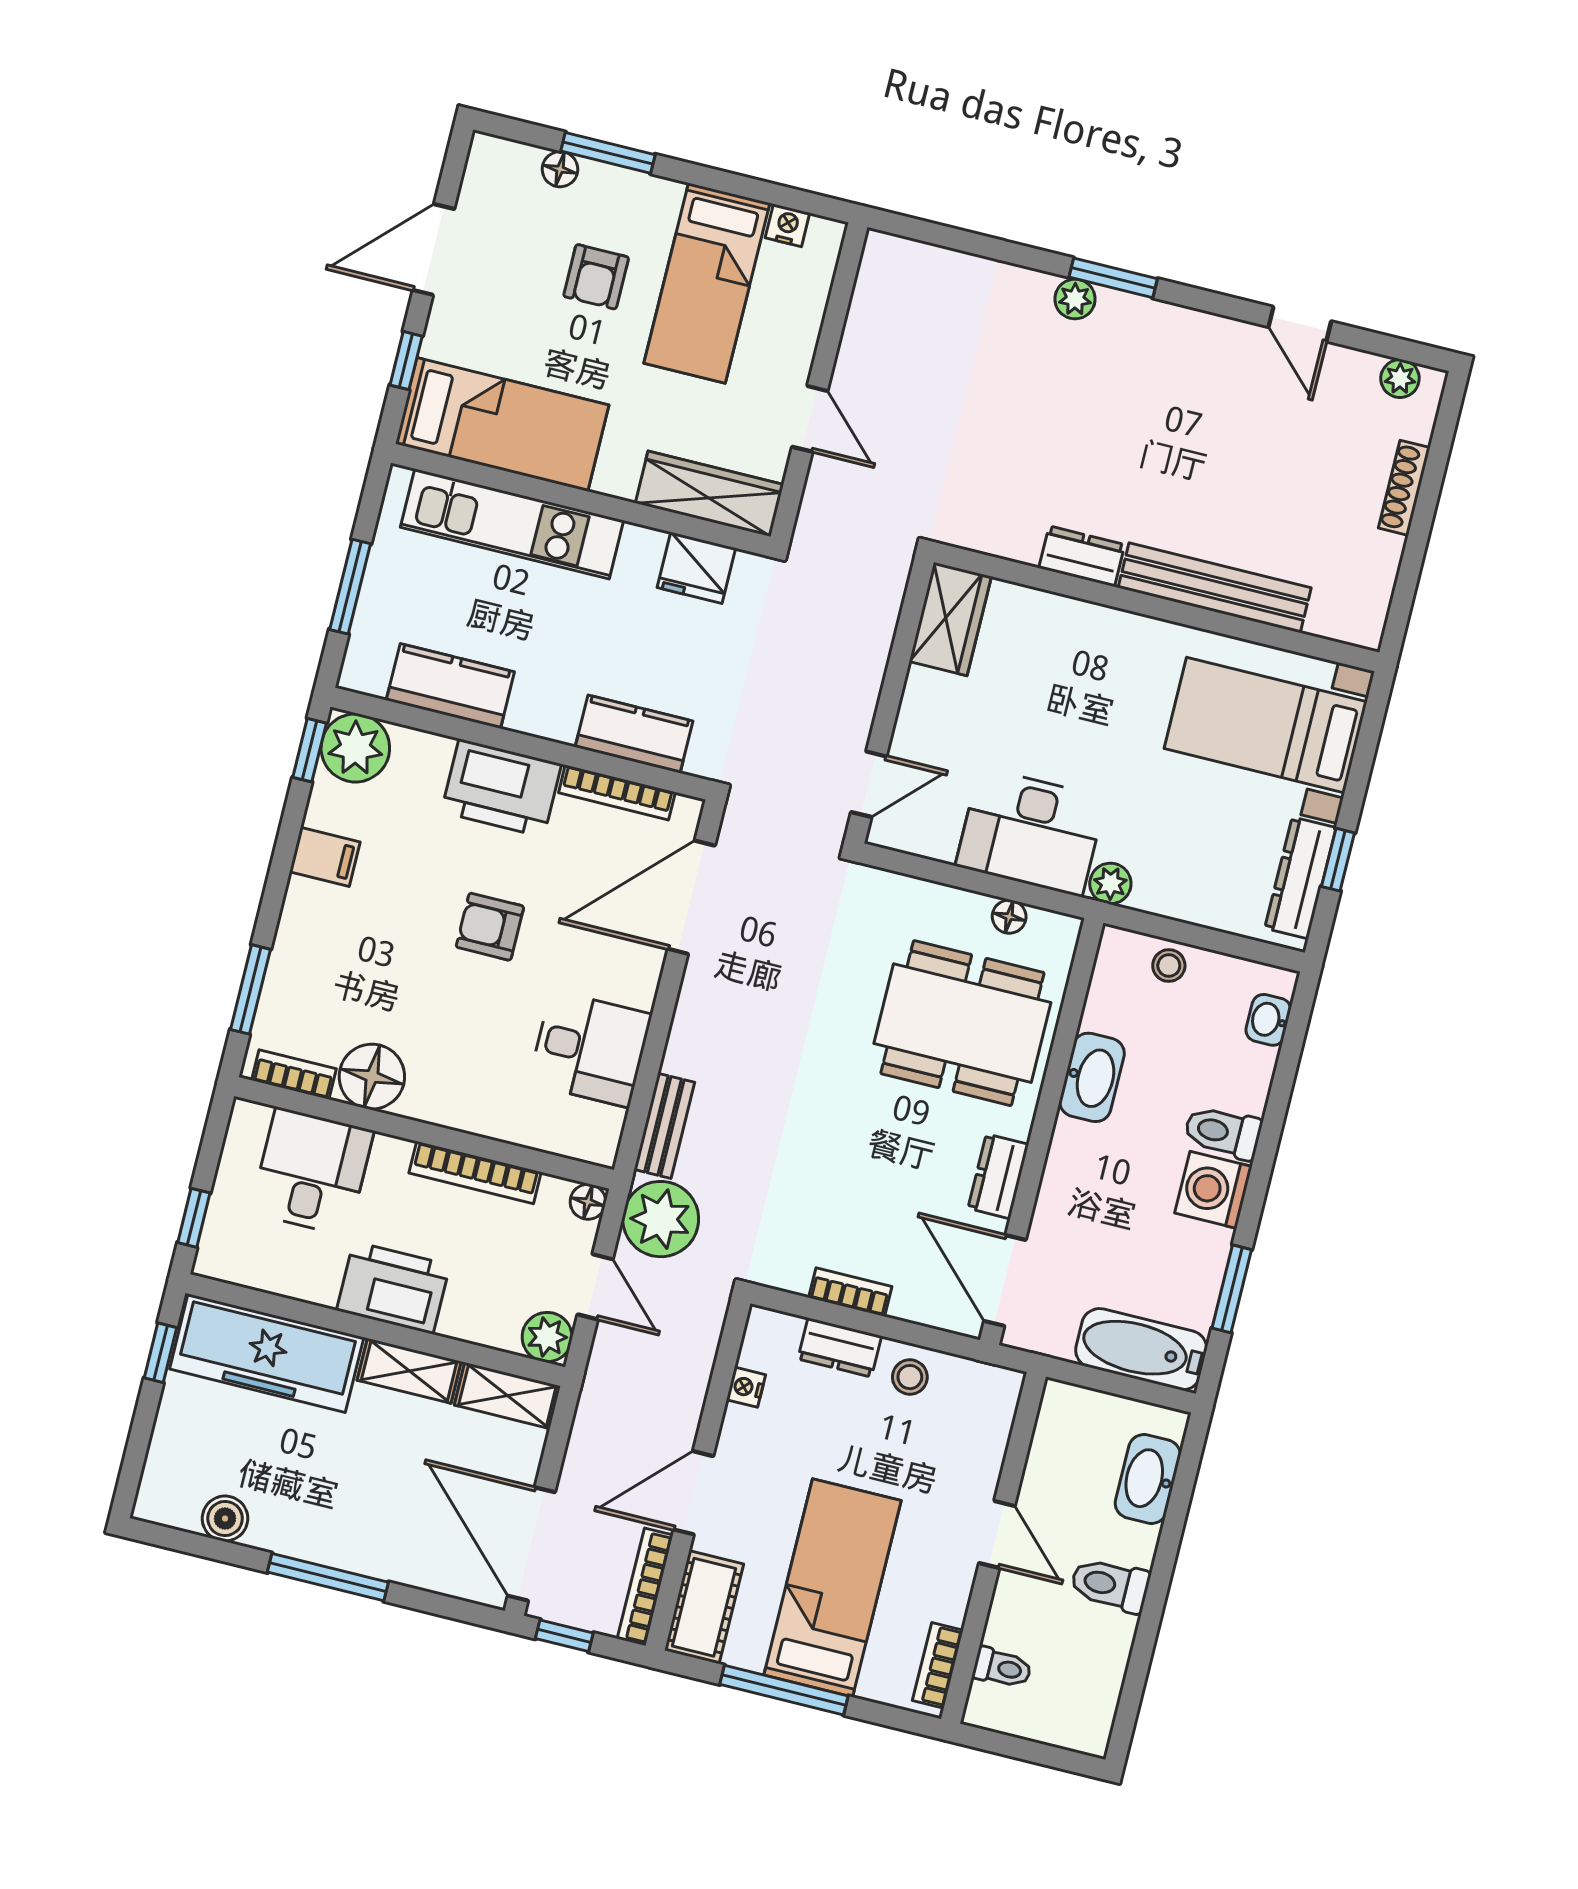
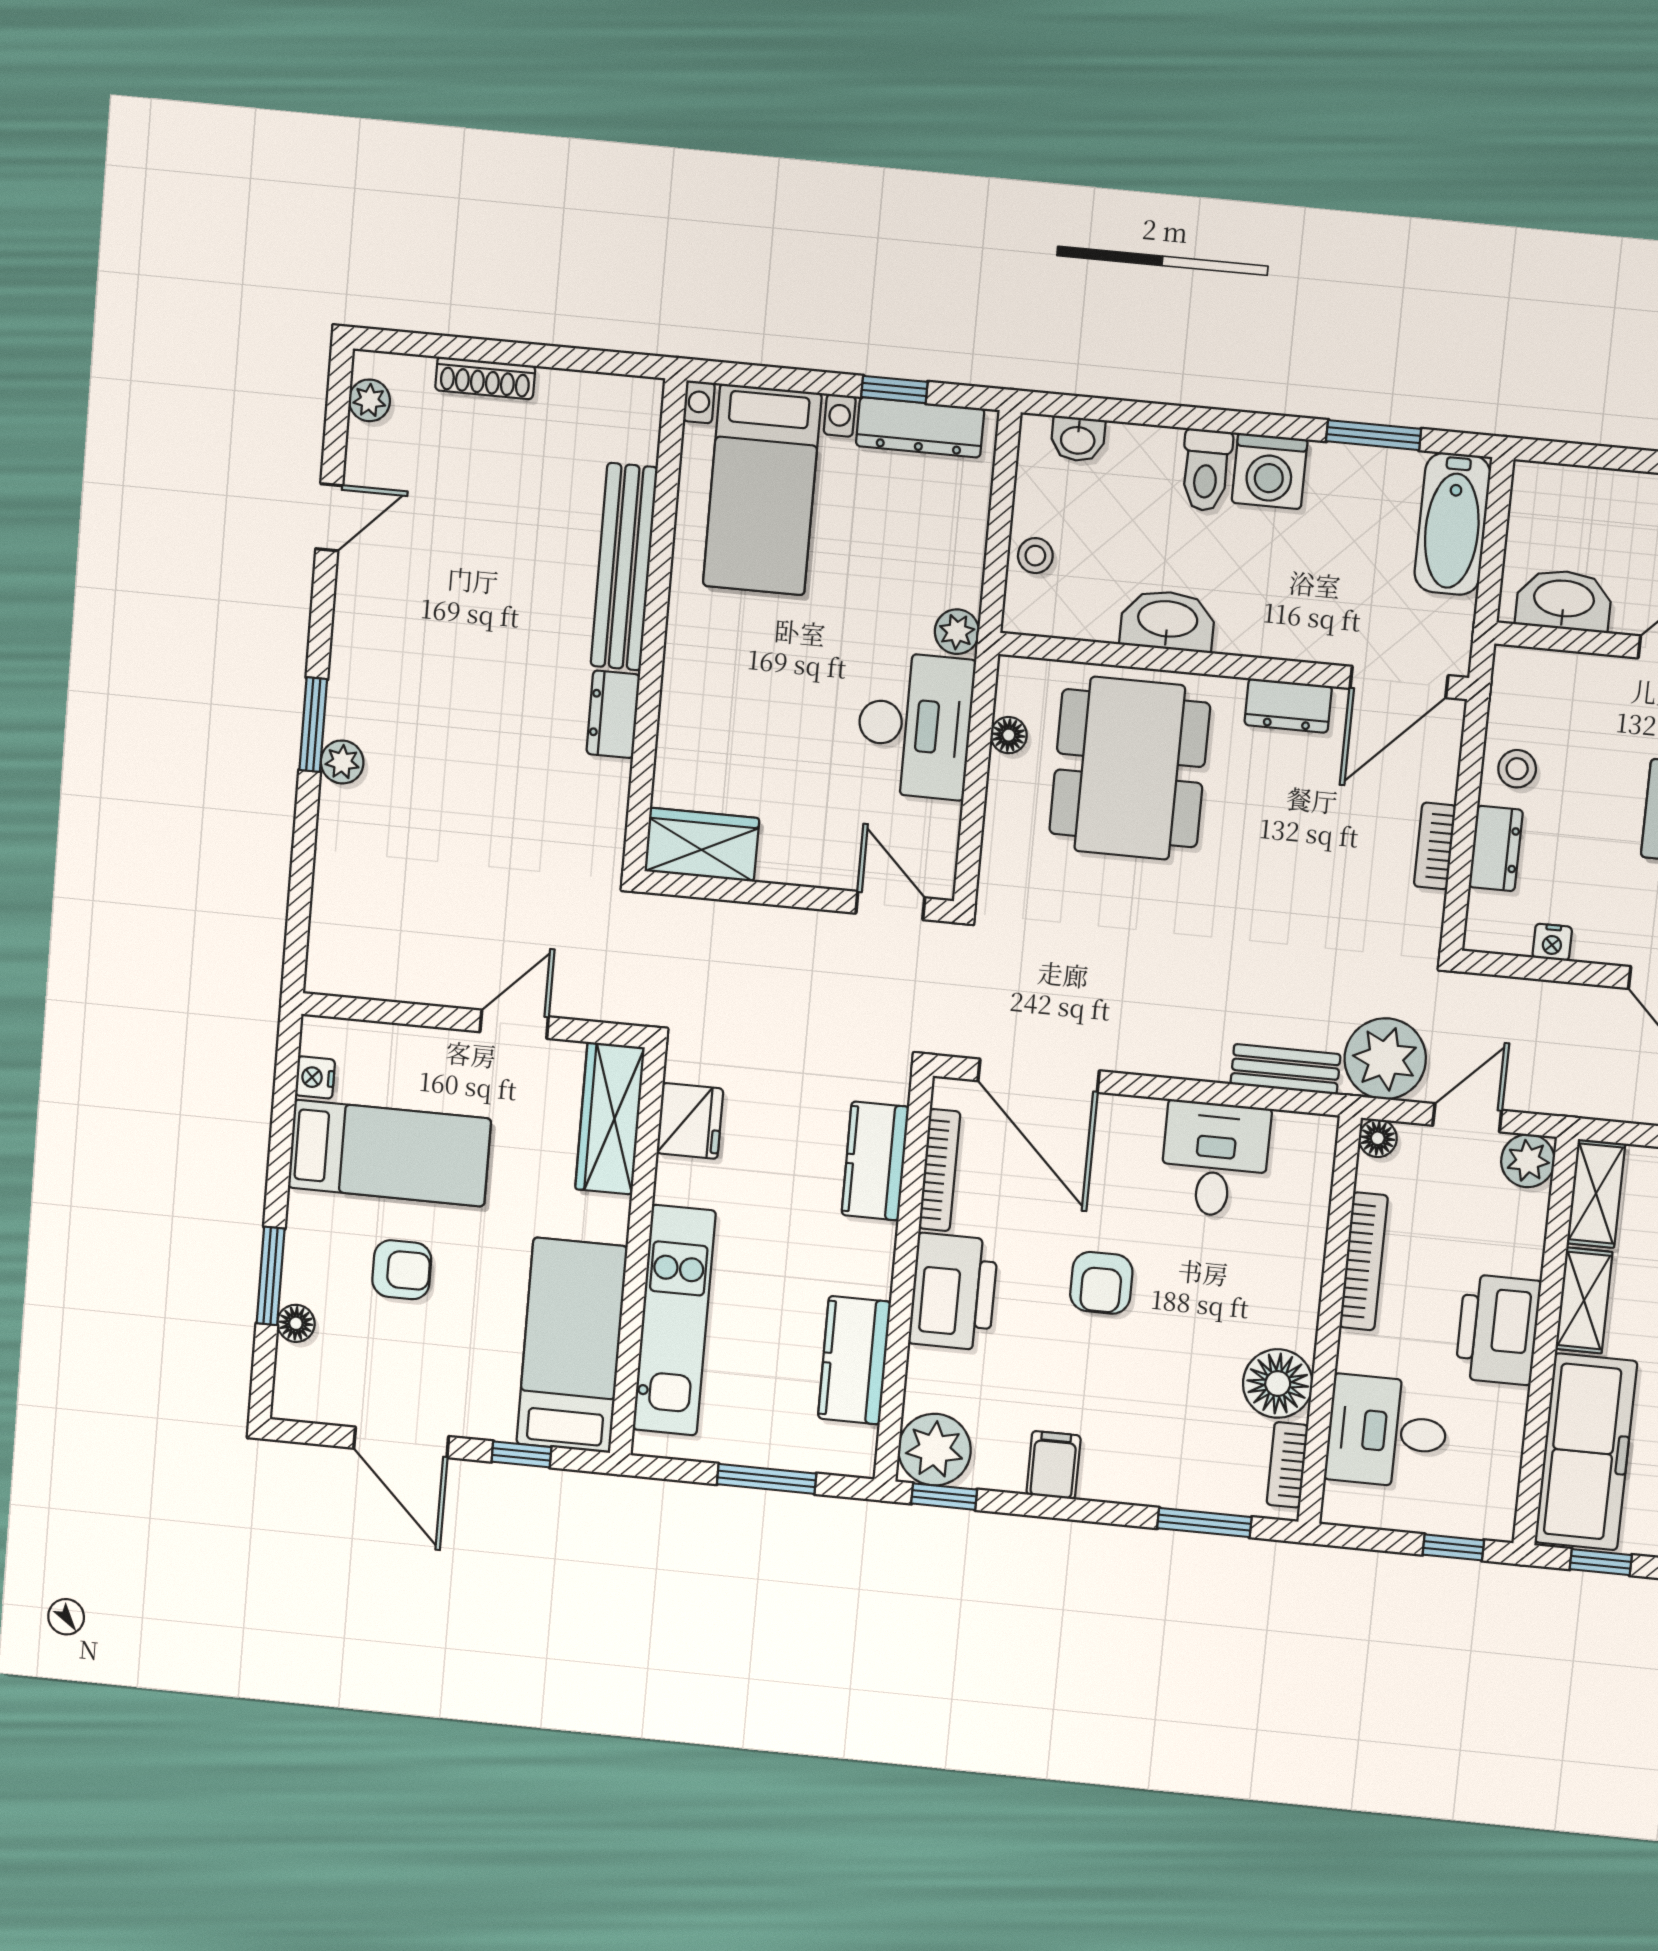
washbasin: (1148, 1479) -> (1564, 600), moved, turned 180

